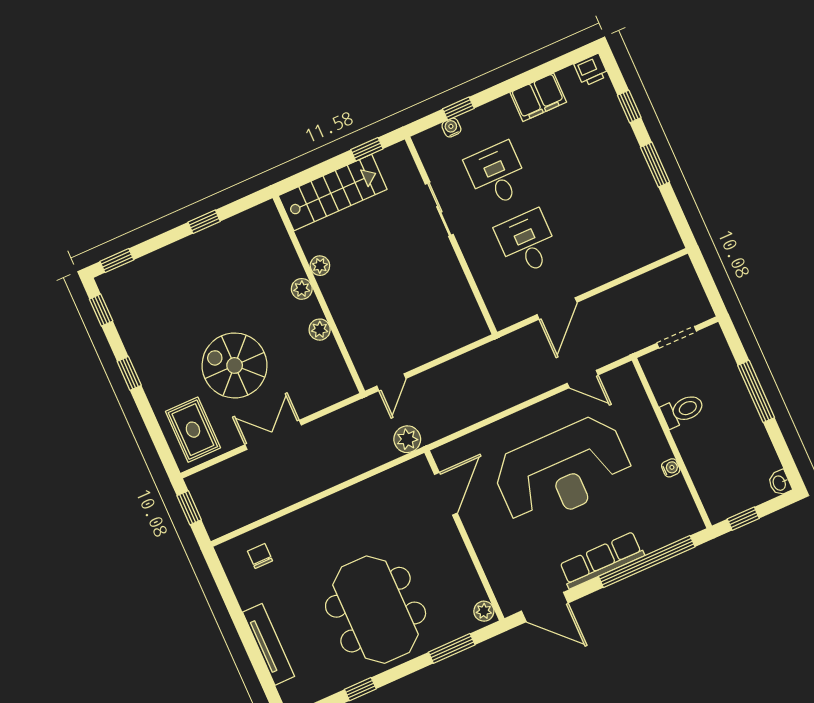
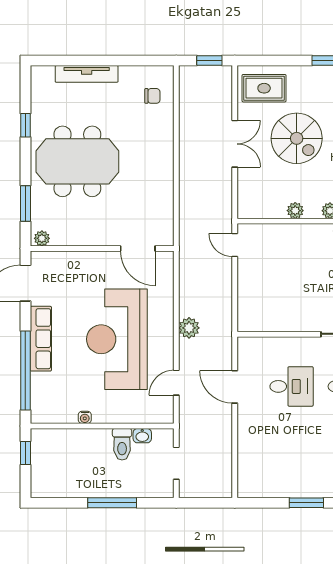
spiral stairs: (235, 365) -> (297, 138), turned 90
plant: (407, 439) -> (189, 328), moved
washbasin: (780, 483) -> (142, 436), moved, turned 180

